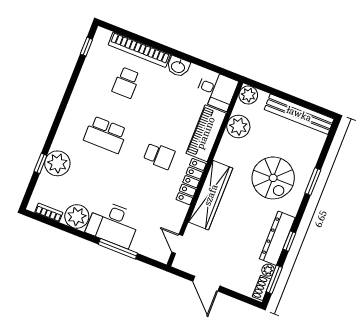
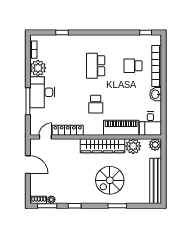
plant: (57, 163) -> (66, 43), removed
locker: (191, 182) -> (68, 130), moved
wardrobe: (211, 195) -> (103, 146), moved
dresser: (277, 238) -> (73, 198), removed
door: (206, 284) -> (28, 165), swing flipped

